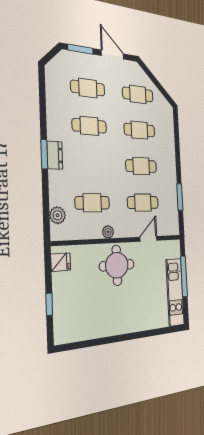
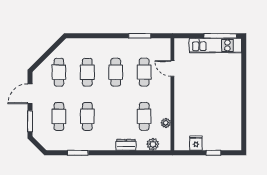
window: (44, 154) -> (78, 153), moved
dresser: (55, 155) -> (126, 145), moved
plant: (108, 232) -> (166, 123), moved
fridge: (61, 262) -> (196, 143), moved
round table: (117, 265) -> (191, 98), removed
window: (184, 276) -> (220, 36), moved

